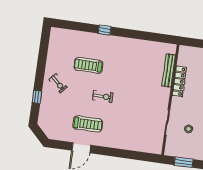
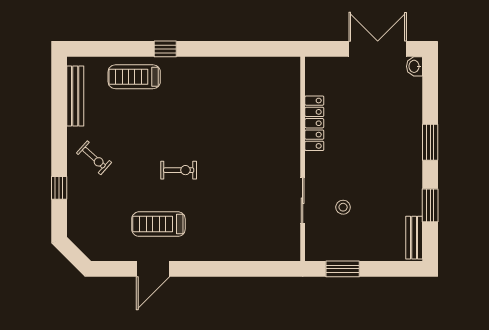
treadmill: (89, 65) -> (134, 77), moved
bench: (169, 70) -> (75, 96), moved
treadmill: (88, 124) -> (158, 224), turned 180

